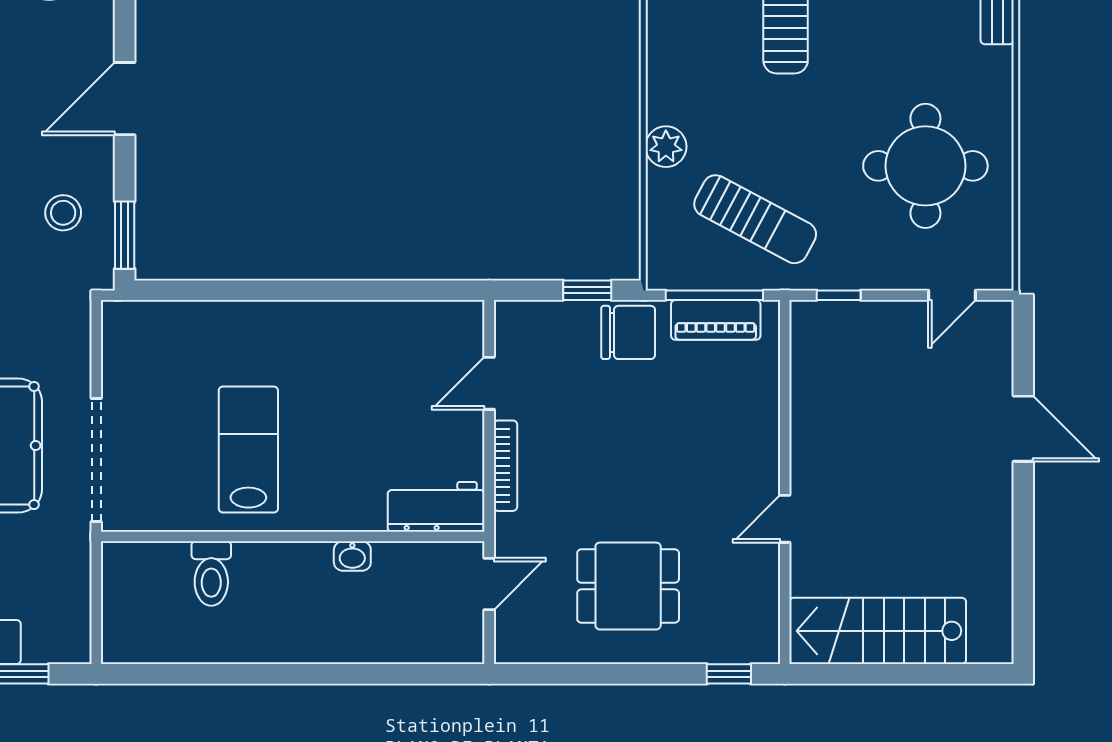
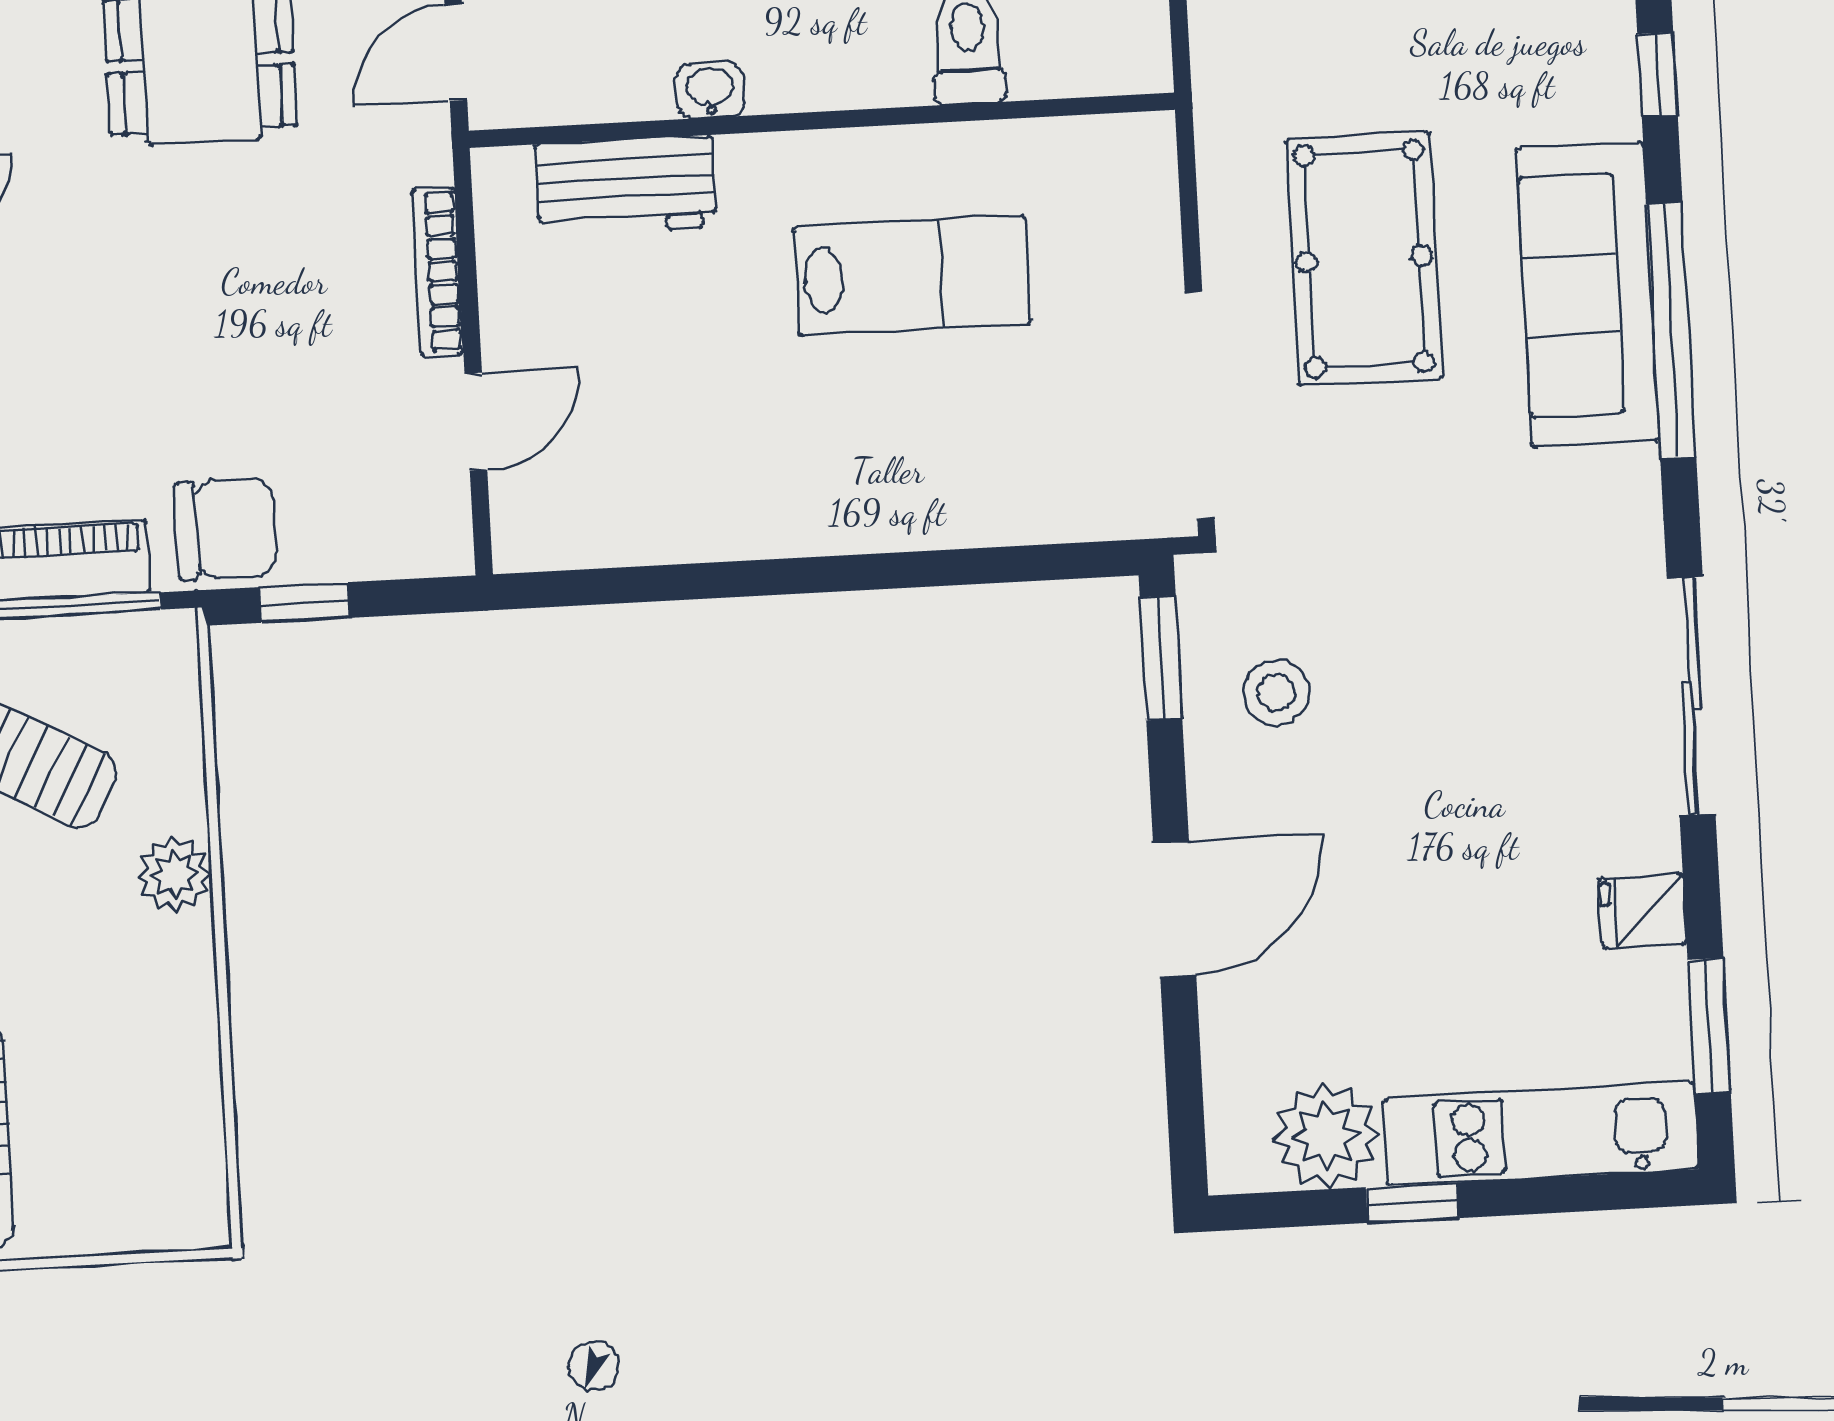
chair: (628, 332) -> (225, 529), turned 180
lab bench: (248, 450) -> (912, 276), turned -90
doorway: (96, 460) -> (1200, 405), moved
workbench: (436, 507) -> (626, 186), moved

